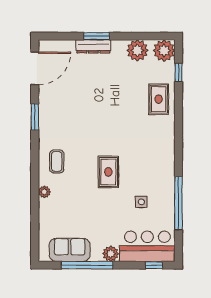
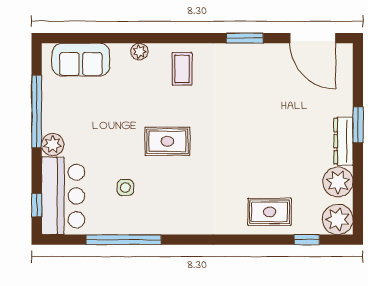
dresser: (93, 46) -> (343, 141), moved
coffee table: (57, 161) -> (182, 69), turned 90
sofa: (70, 250) -> (81, 60), moved, turned 90

